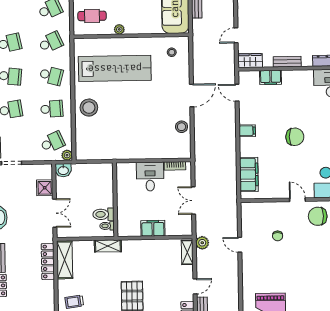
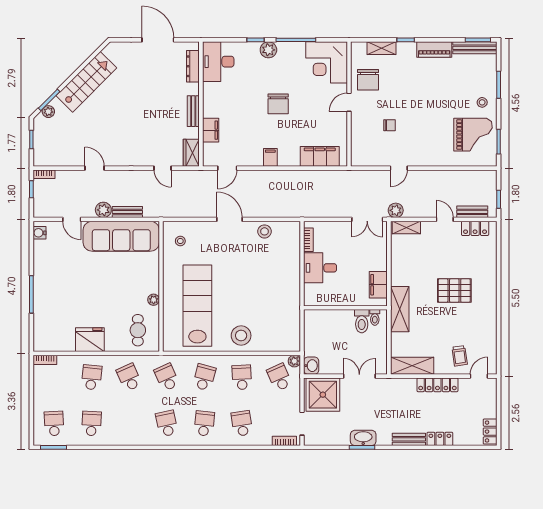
chair: (295, 137) -> (278, 104), turned 180
shower: (45, 188) -> (323, 395), width x1.86, depth x1.86
double door: (193, 200) -> (367, 219), moved
filing cabinet: (153, 228) -> (378, 285), moved
shelving: (108, 246) -> (400, 309), width x1.50, depth x1.33
locker: (48, 261) -> (437, 385), moved

